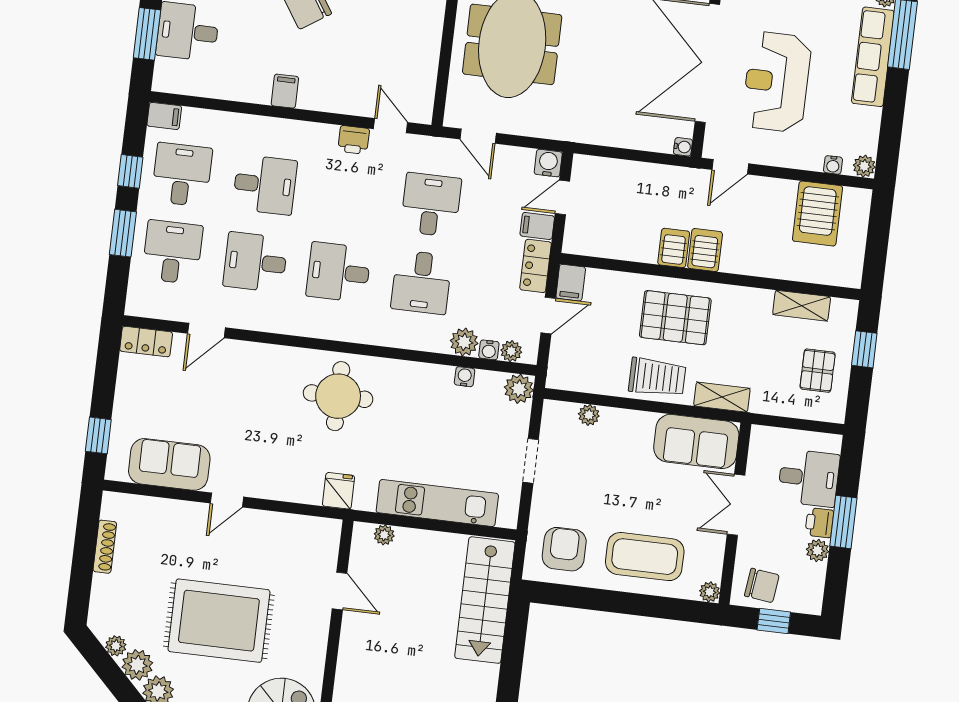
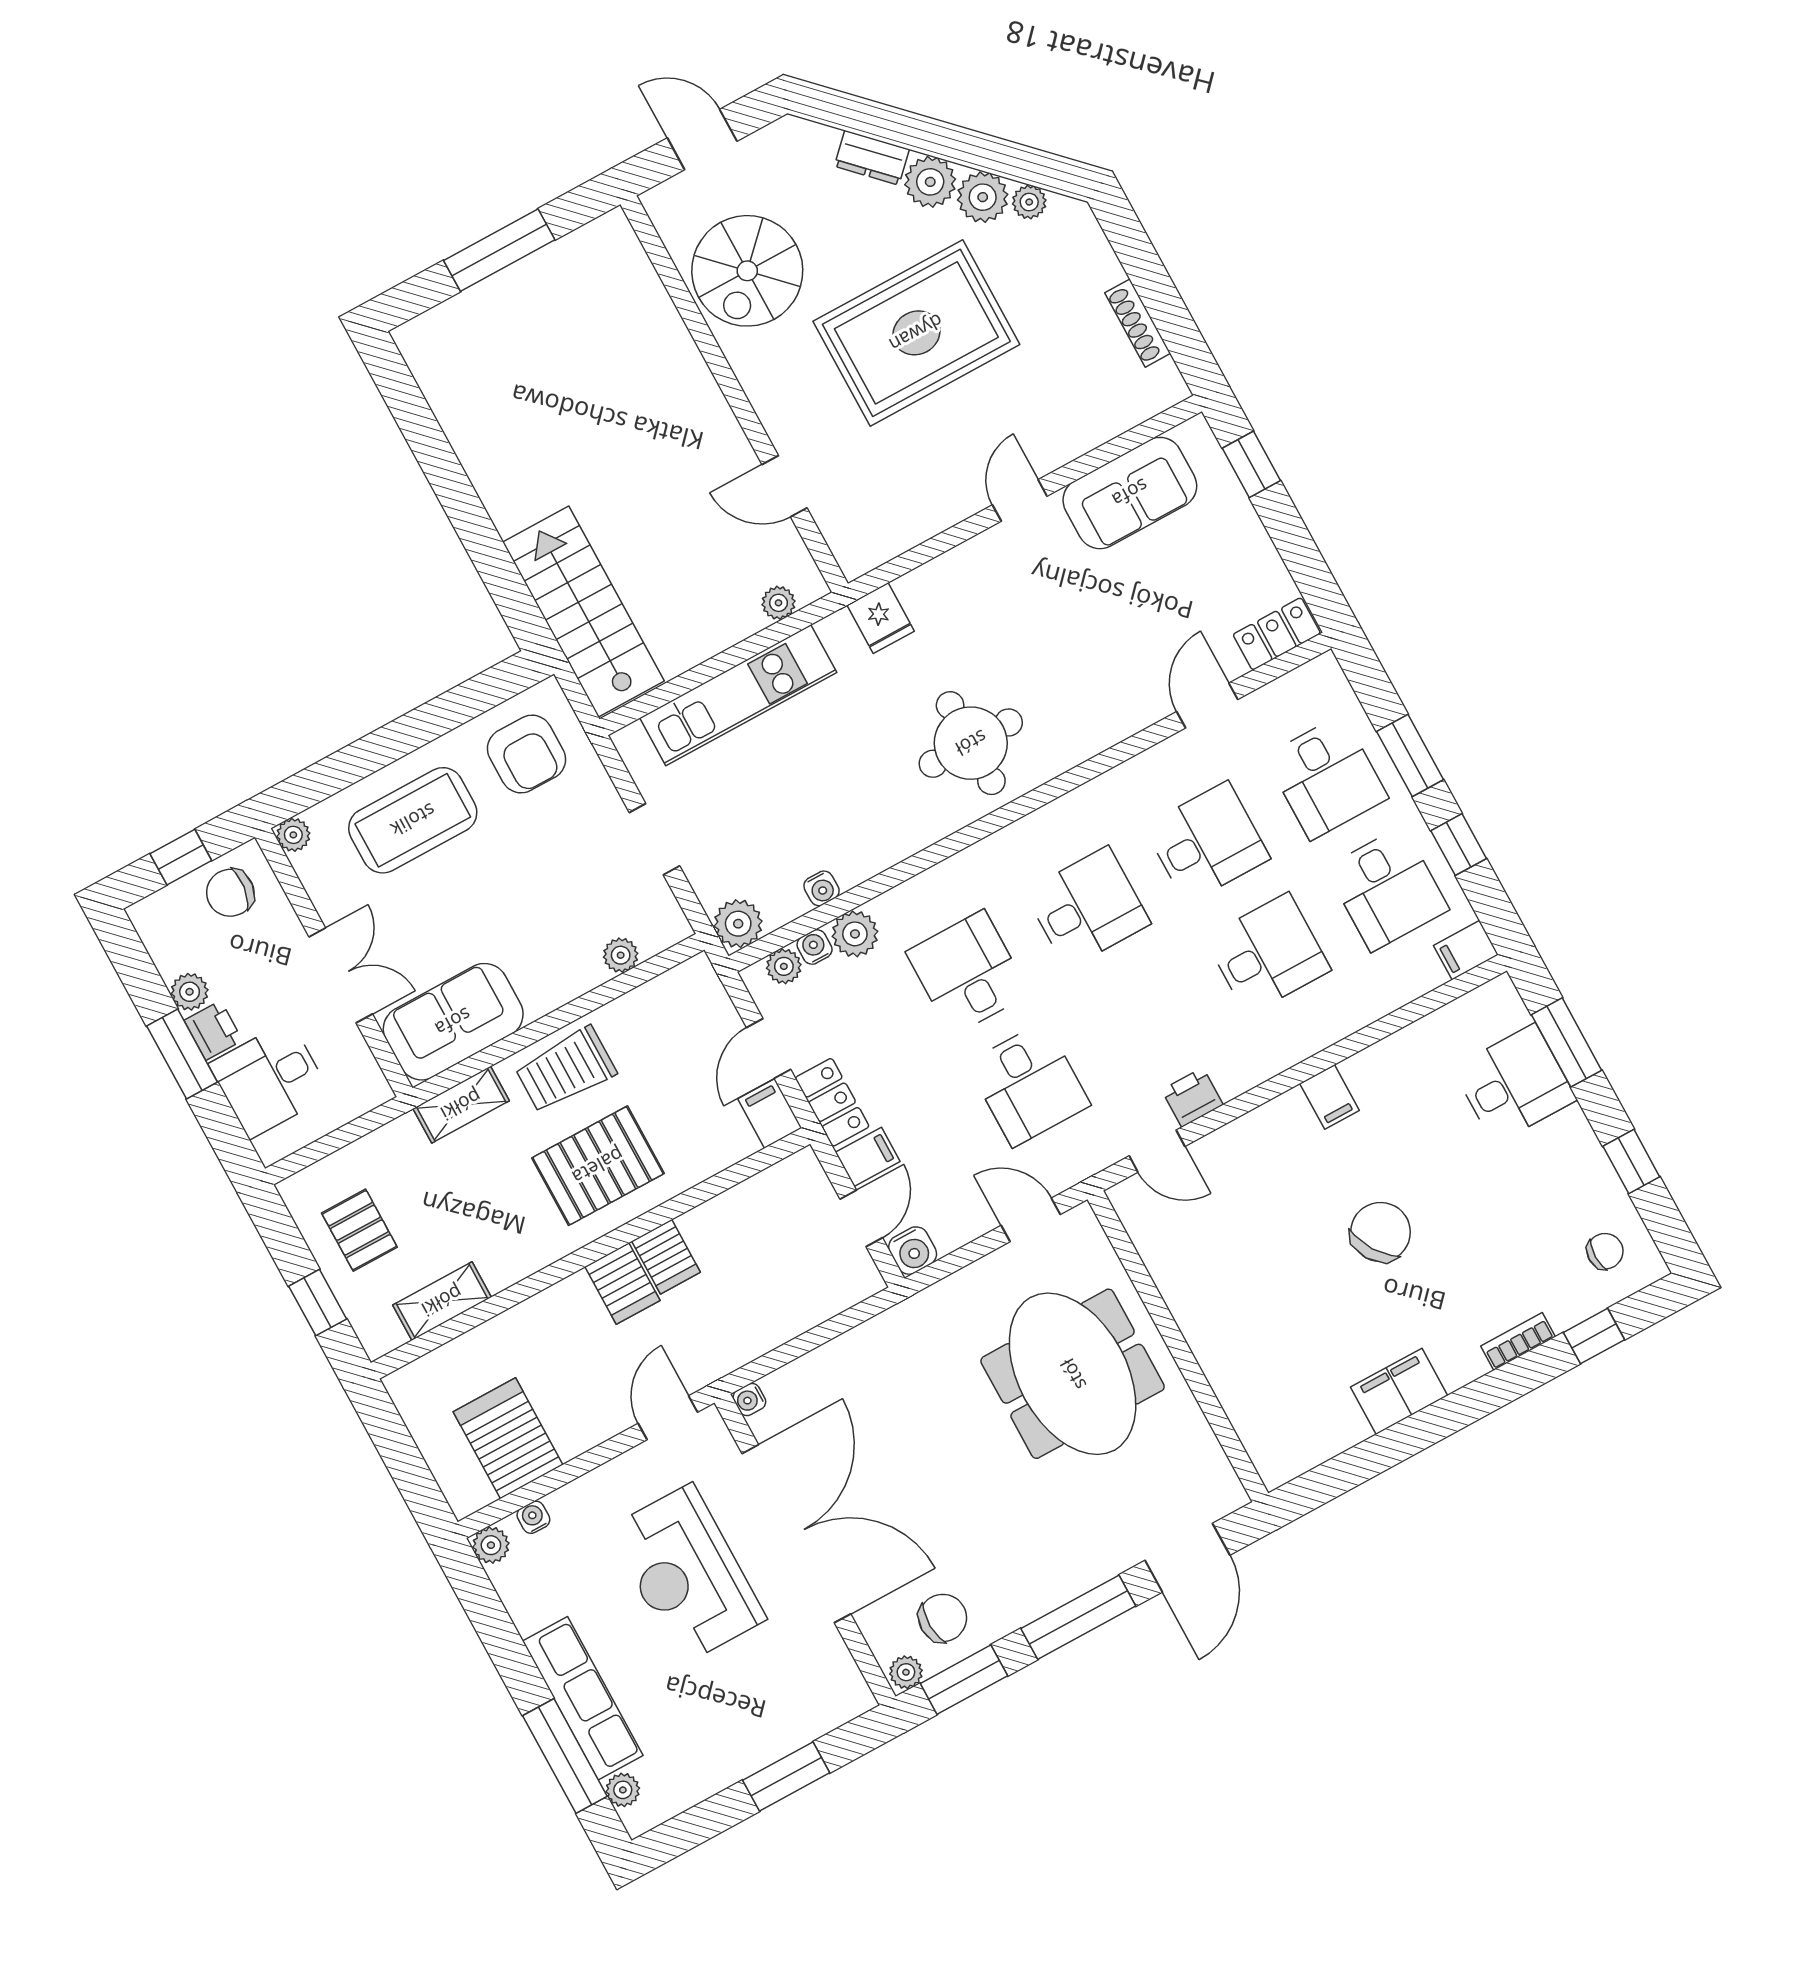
reception desk: (777, 82) -> (687, 1574), turned 180
desk: (265, 185) -> (1268, 954), turned 180

